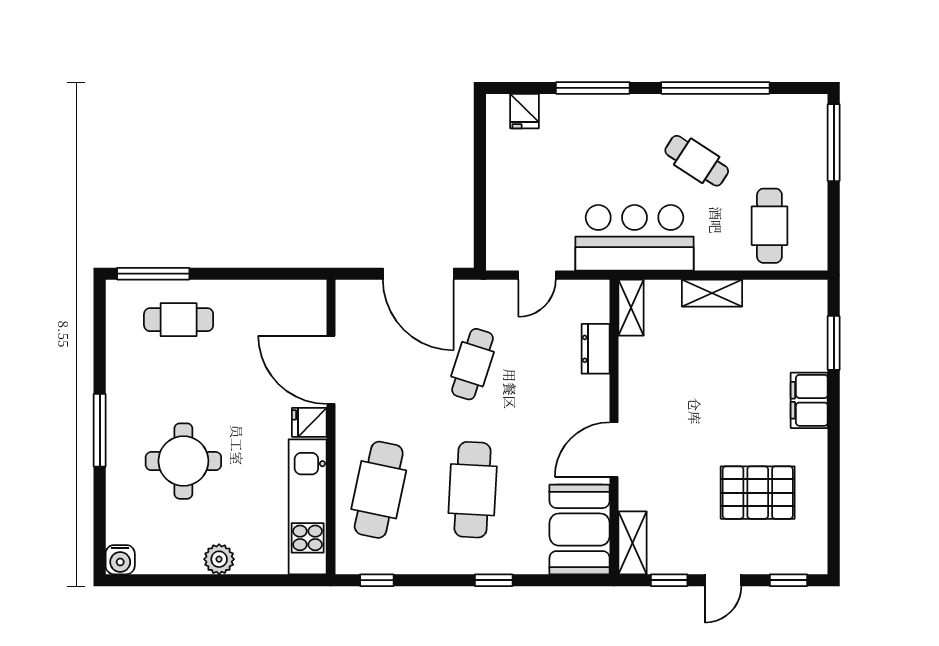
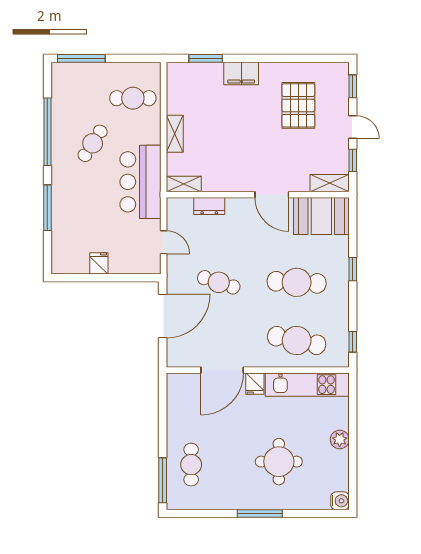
fridge: (524, 111) -> (99, 263), moved, turned -90

